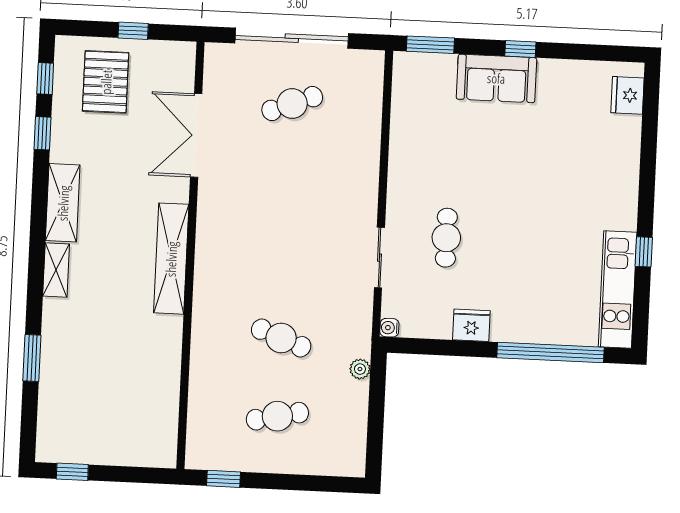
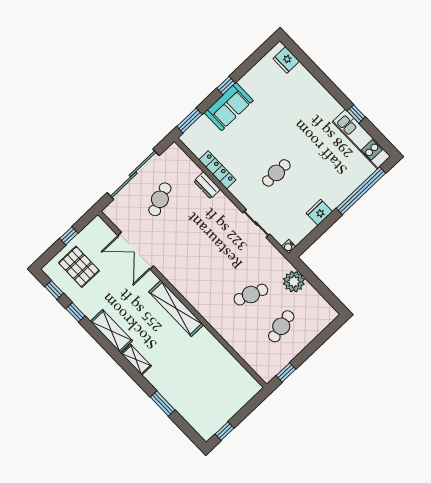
locker: (401, 141) -> (217, 170), added
dresser: (368, 147) -> (207, 185), added
cafe table: (446, 238) -> (276, 173), moved, turned 90
plant: (360, 369) -> (294, 282), width x1.88, depth x1.88

